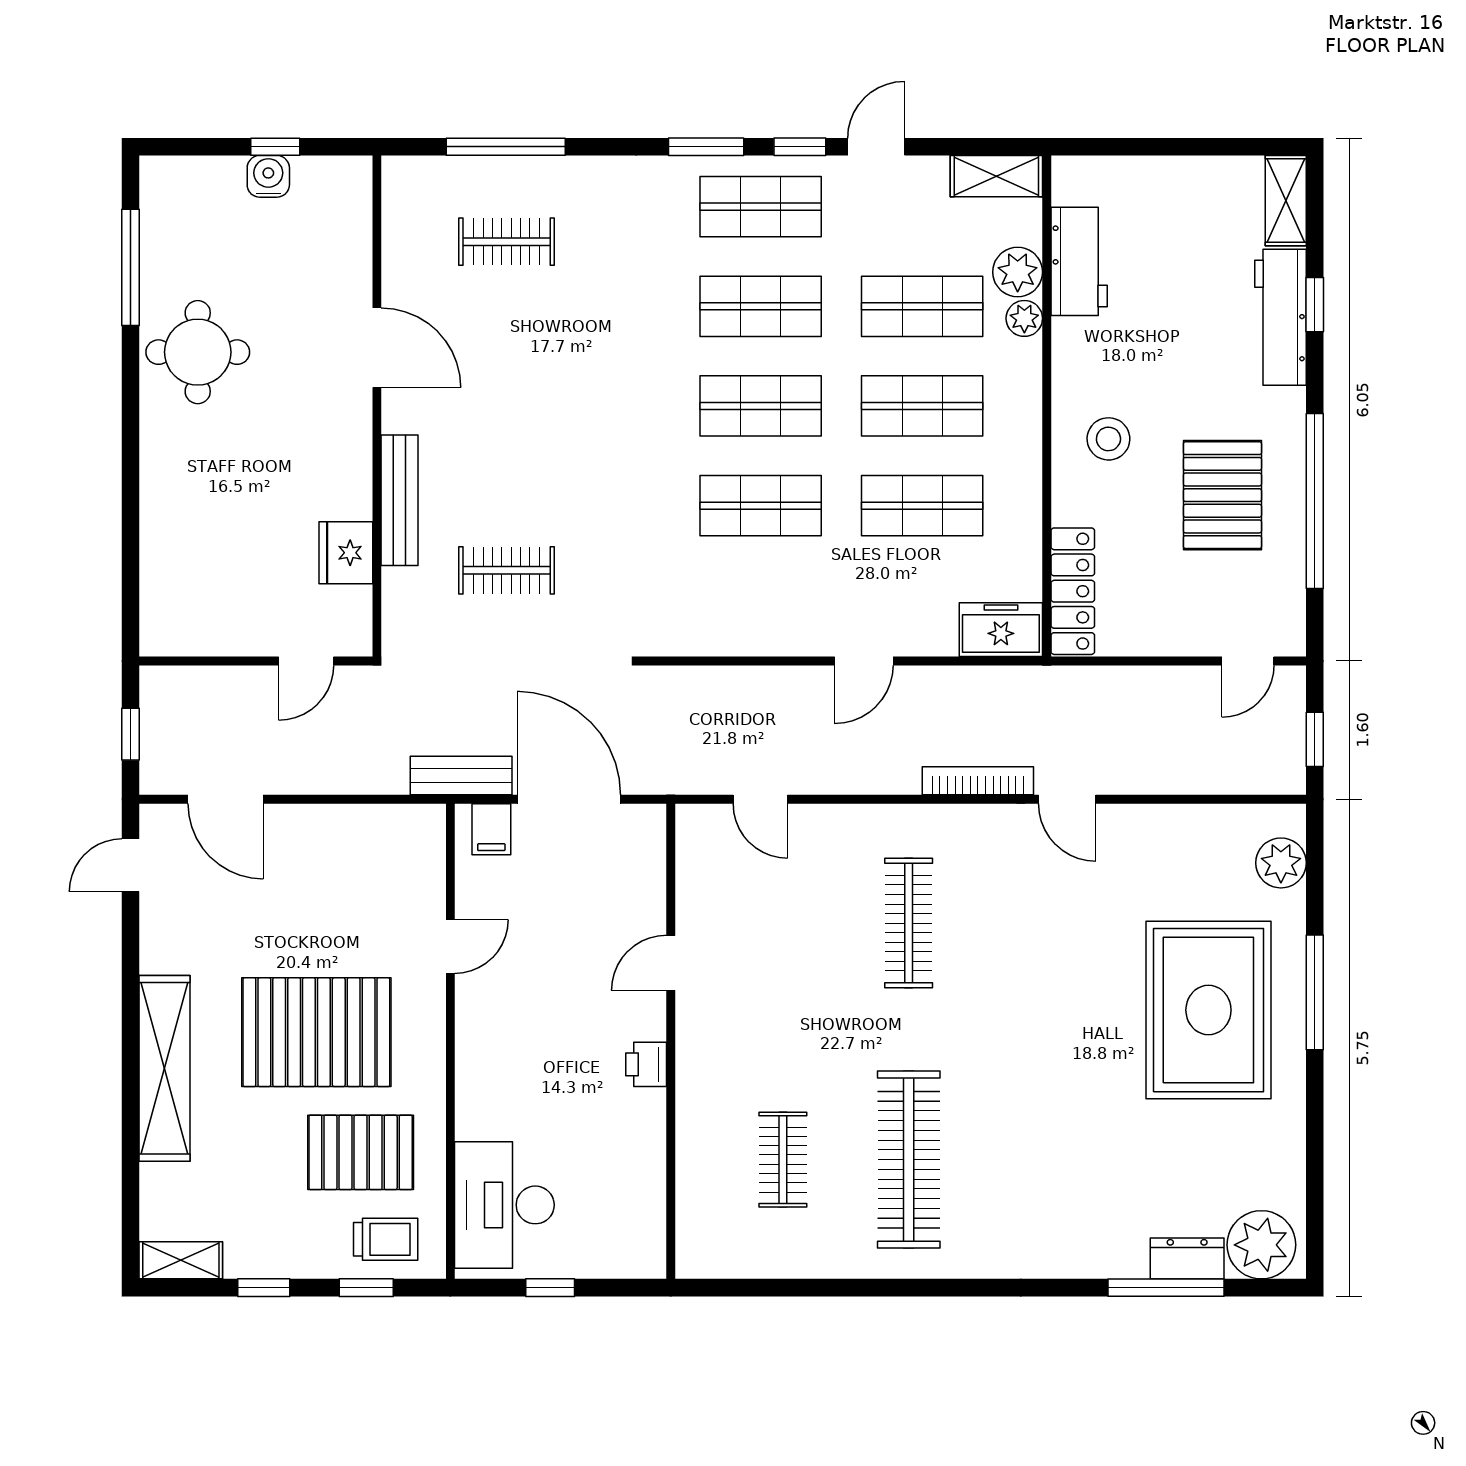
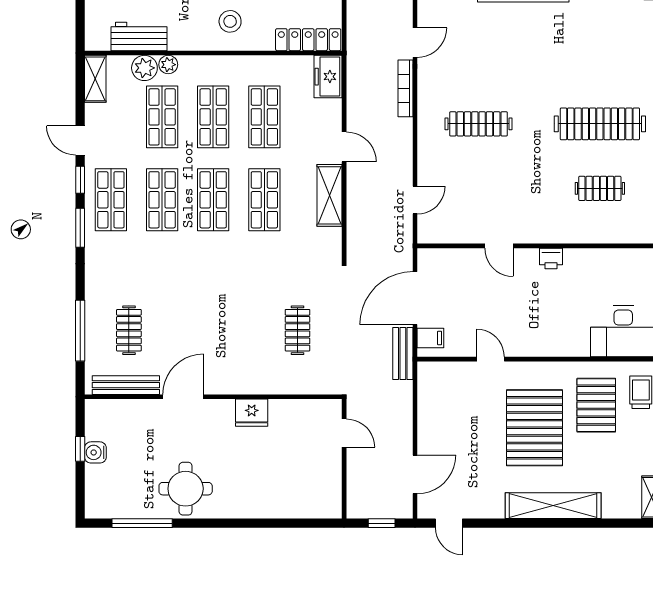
bench: (400, 500) -> (126, 385), moved
fridge: (346, 553) -> (252, 413), moved
shelving: (769, 633) -> (329, 195), added

